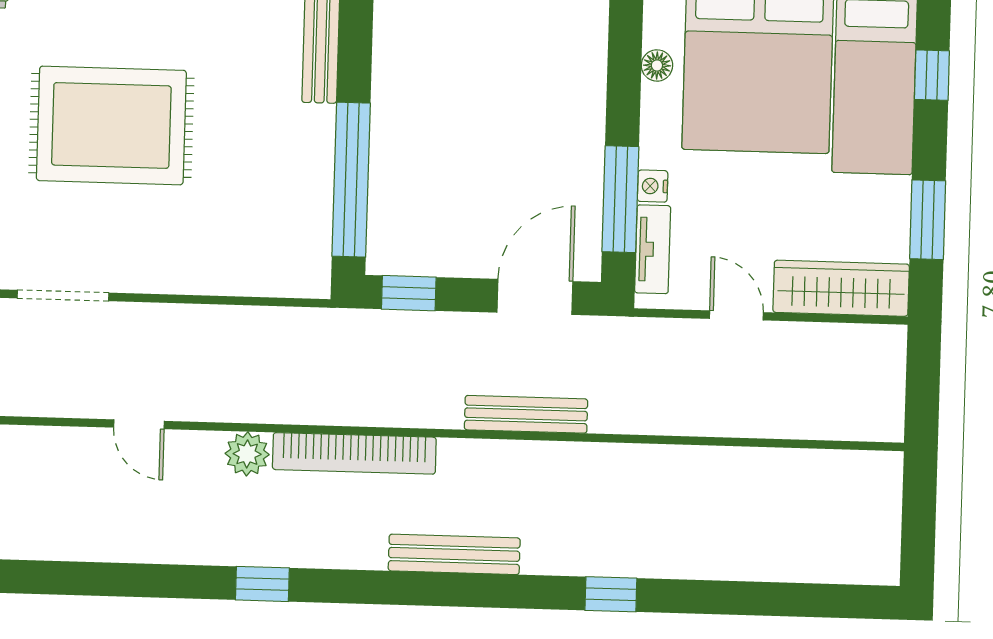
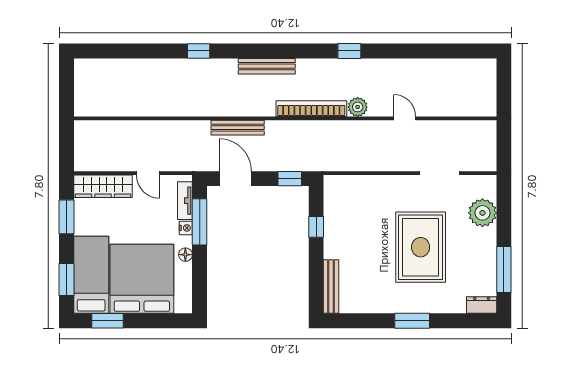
floor lamp: (657, 65) -> (185, 255), moved
window: (932, 75) -> (66, 280), width x1.50
rug: (111, 125) -> (421, 247), turned 90
window: (351, 180) -> (316, 227), width x0.32
door: (535, 297) -> (235, 179), swing flipped

